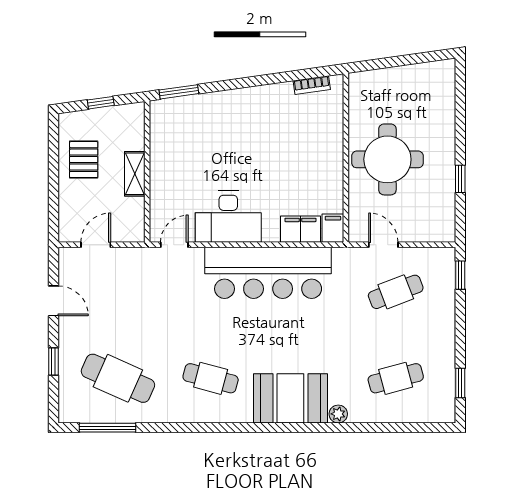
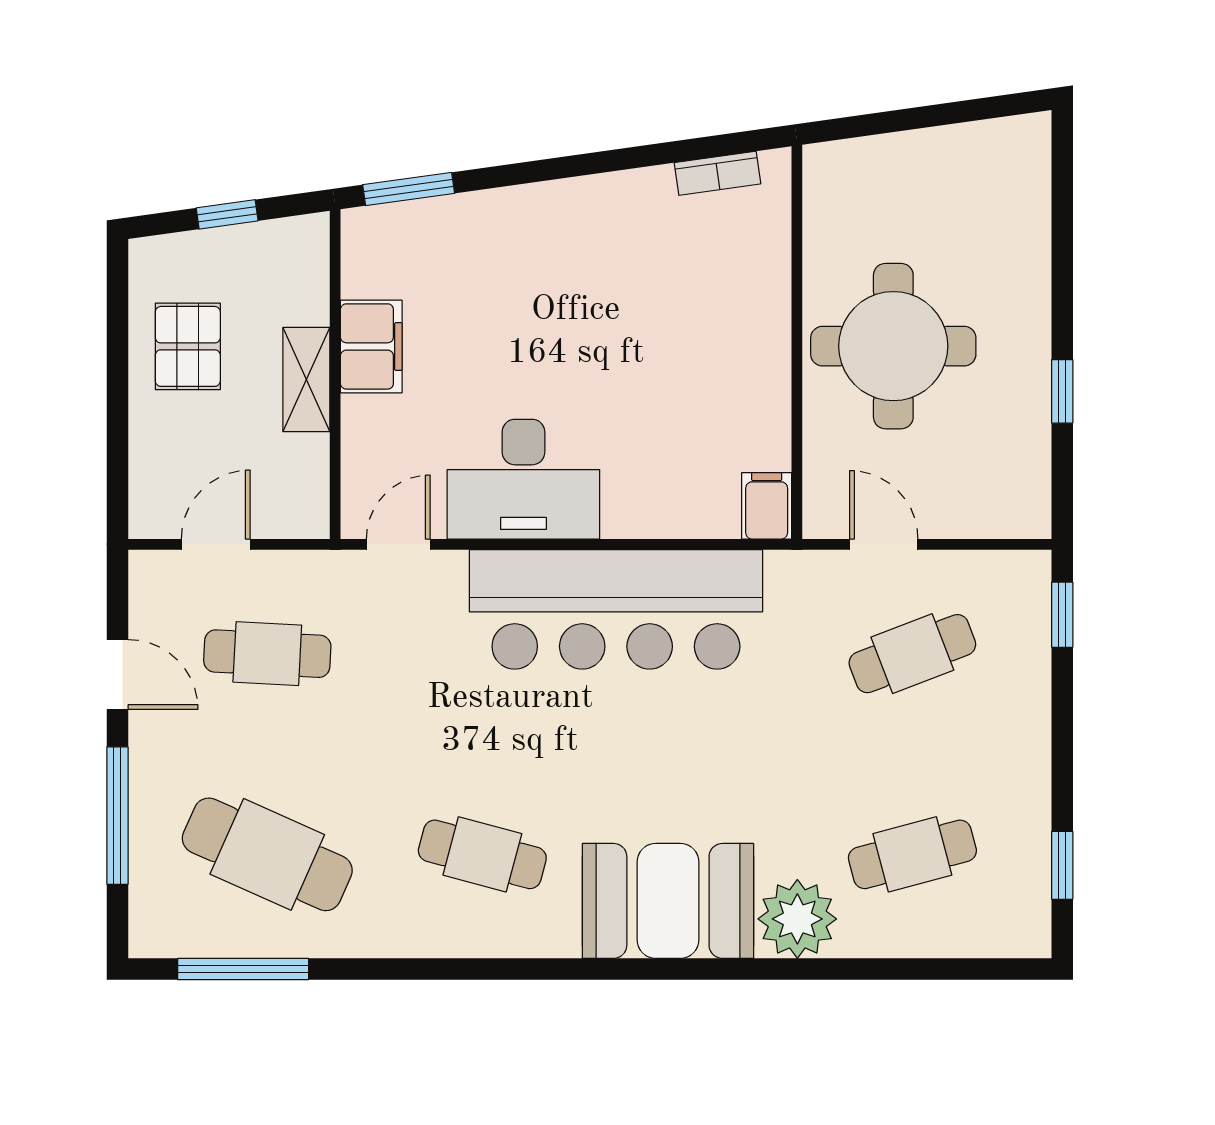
filing cabinet: (300, 229) -> (371, 346), moved, turned 90
cafe table: (118, 292) -> (267, 654), added
window: (53, 362) -> (117, 816), width x2.17
plant: (338, 414) -> (797, 919), width x1.87, depth x1.87

